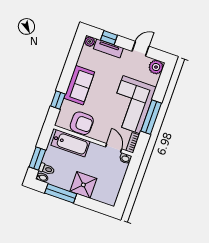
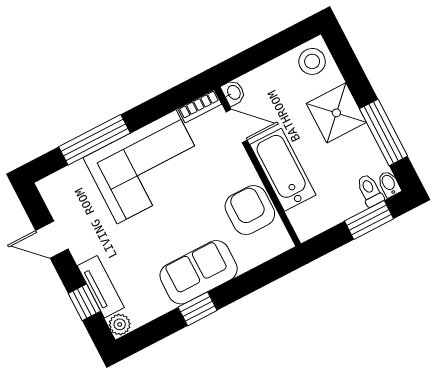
plant: (156, 67) -> (54, 189), removed
window: (58, 100) -> (198, 309), moved
window: (151, 117) -> (94, 140), moved
bathtub: (71, 143) -> (283, 170), moved
door: (114, 148) -> (237, 126), swing flipped
stool: (108, 195) -> (312, 61), added

